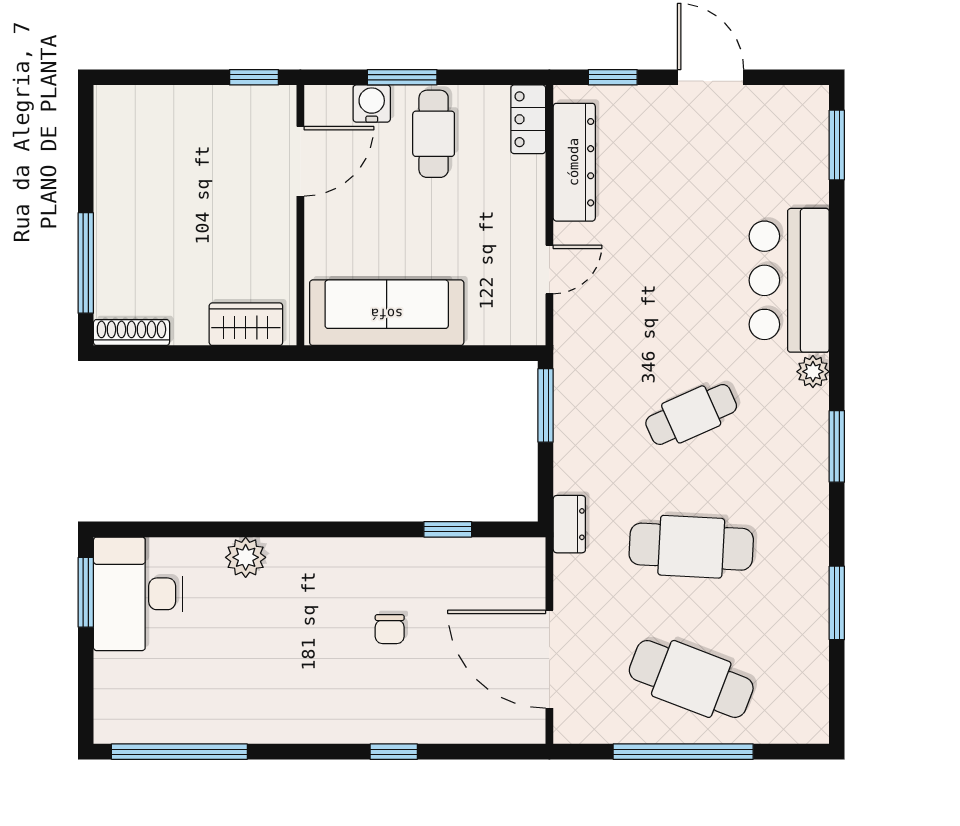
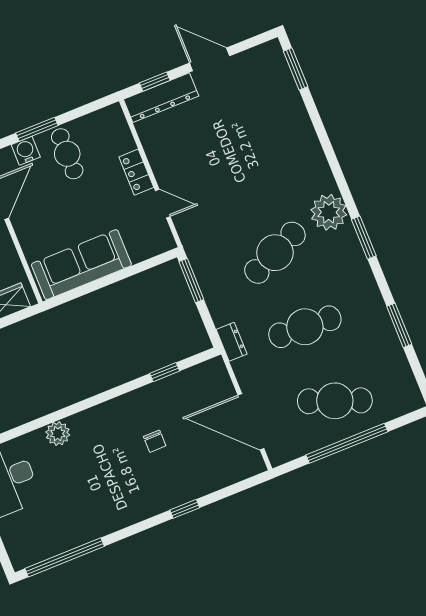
locker: (528, 119) -> (136, 172), moved
dresser: (574, 162) -> (161, 98), moved, turned 90
door: (549, 269) -> (163, 204), hinge flipped
bar counter: (789, 280) -> (300, 155), removed
plant: (813, 372) -> (329, 212), width x1.88, depth x1.88
cafe table: (691, 414) -> (275, 253), width x1.37, depth x1.35

